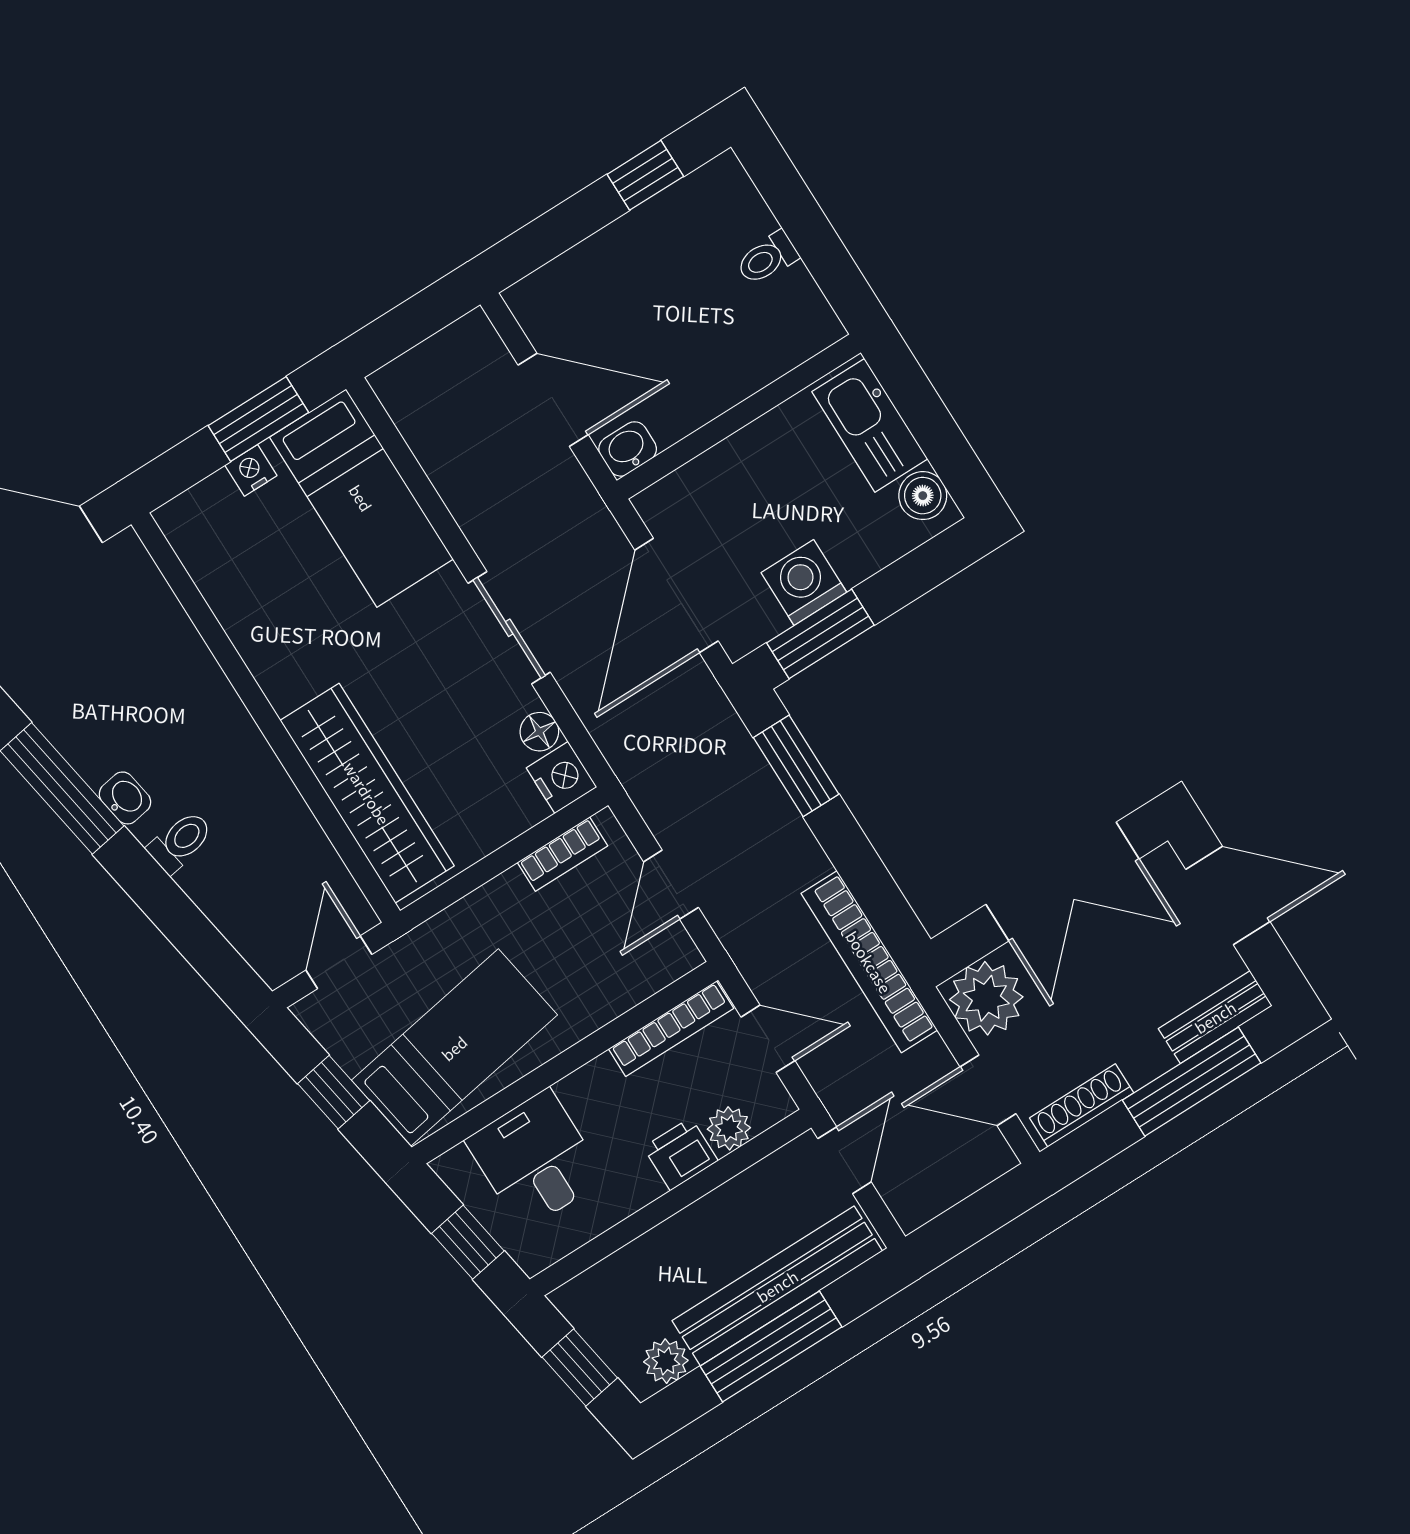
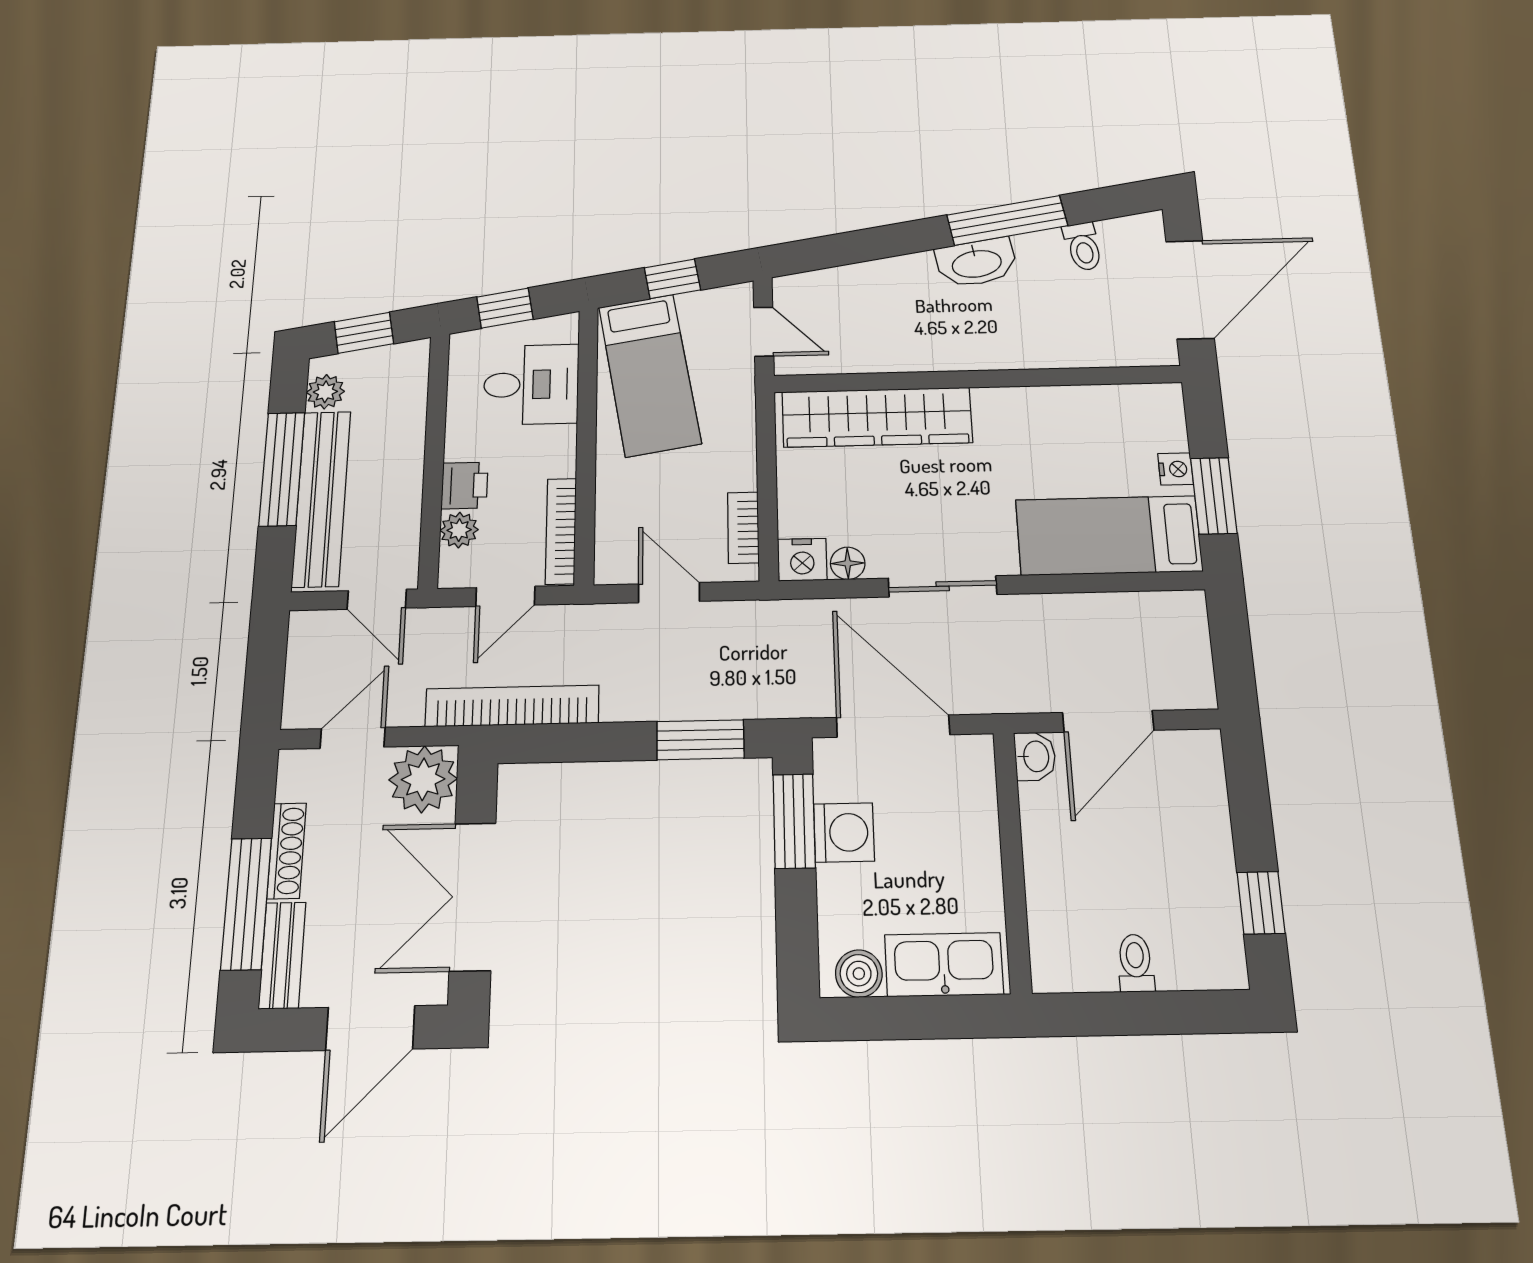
washbasin: (125, 798) -> (976, 263), width x1.91, depth x1.45
toilet: (180, 842) -> (1083, 247), moved
shoe rack: (1082, 1105) -> (287, 851), moved

